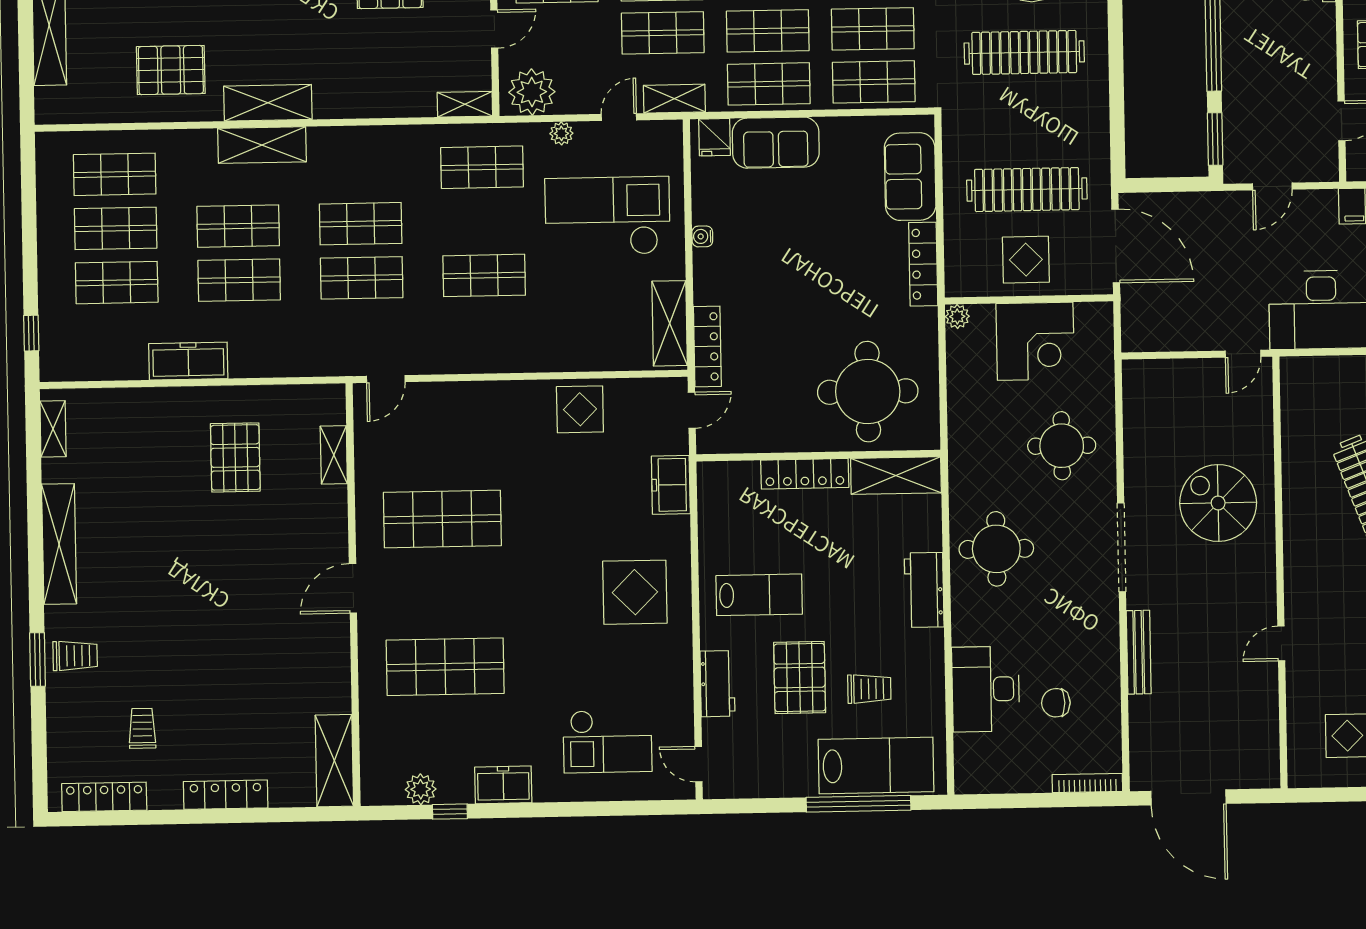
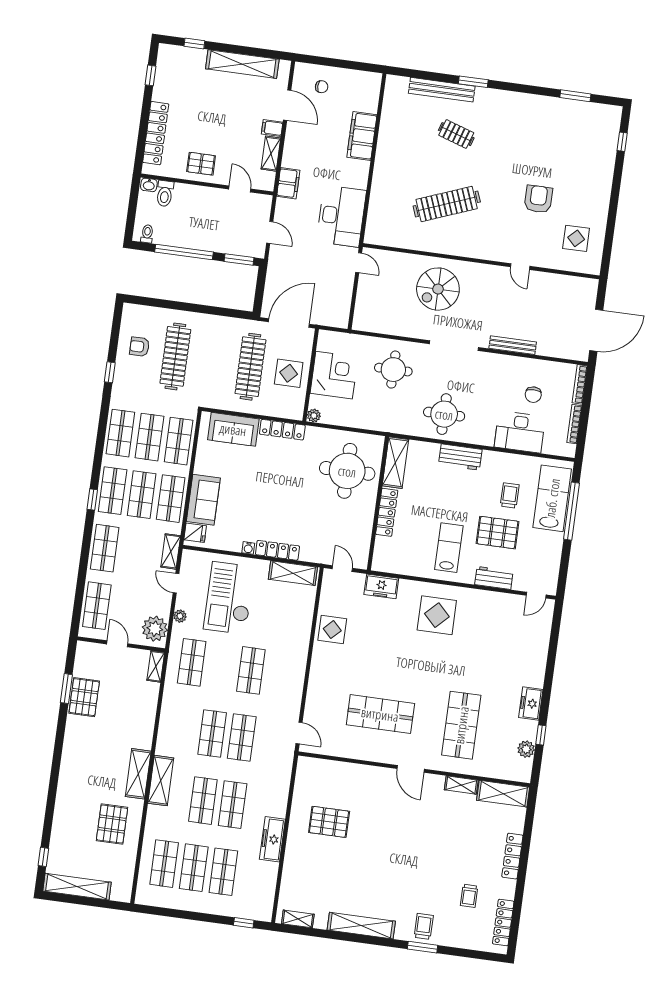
shop shelf: (663, 33) -> (134, 552), removed
locker: (707, 346) -> (277, 550), moved
shelving: (334, 455) -> (461, 785), moved
shop shelf: (442, 519) -> (380, 714), turned 90
trolley: (142, 728) -> (469, 896), turned -90
checkout: (608, 741) -> (516, 643), removed
bookcase: (1015, 784) -> (574, 424), added

